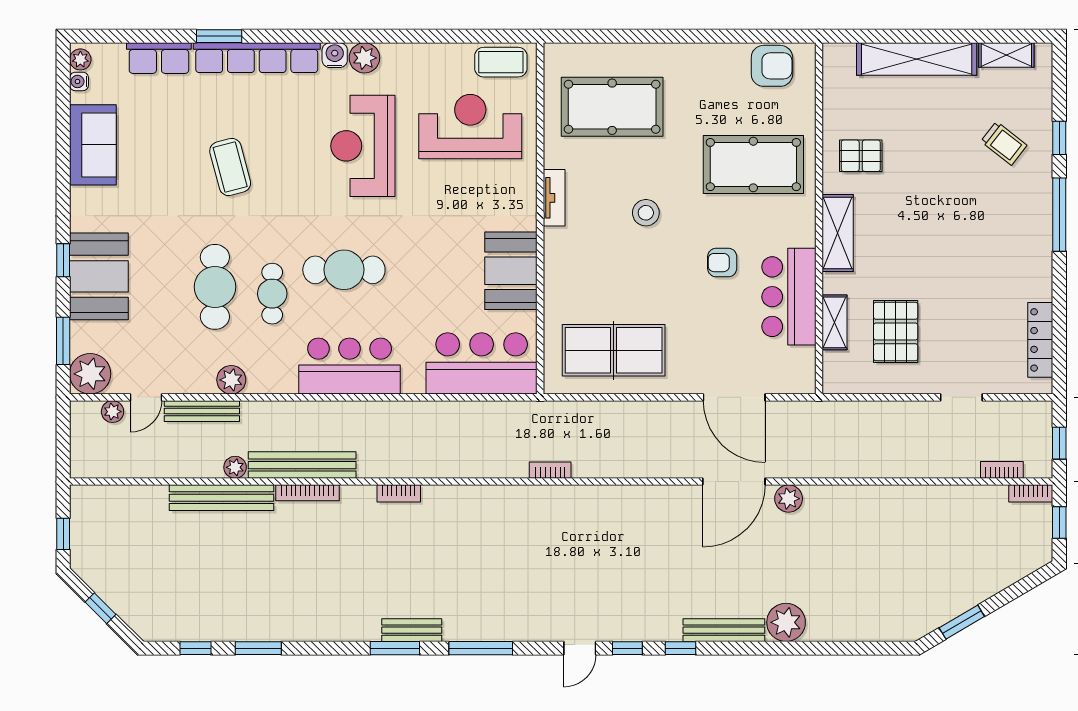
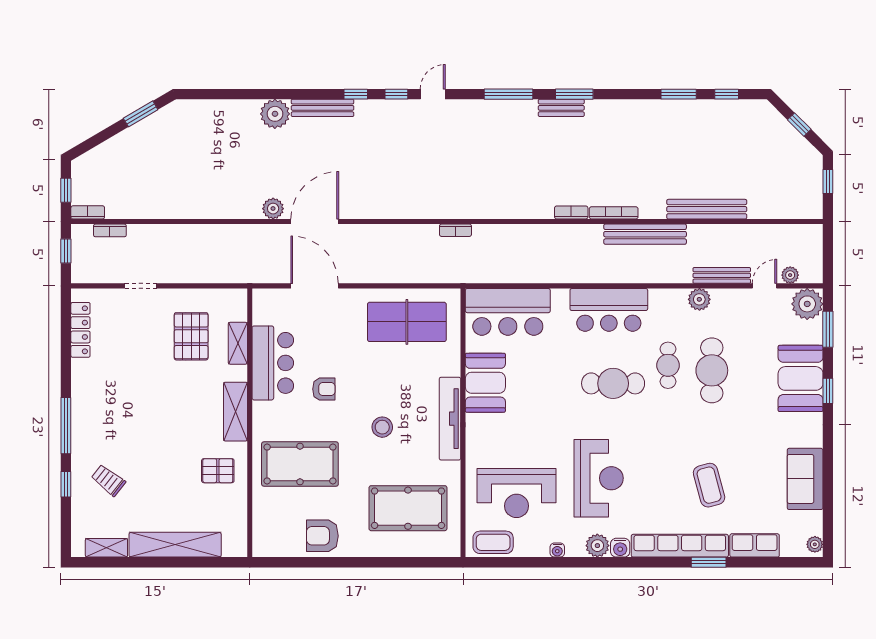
armchair: (772, 66) -> (322, 536), moved
water cooler: (79, 81) -> (557, 550), moved, turned 90
coffee table: (230, 167) -> (709, 485), moved
tv unit: (554, 198) -> (450, 419), width x1.92, depth x1.29
plant: (235, 467) -> (696, 232), removed
bookcase: (308, 493) -> (614, 213), moved

